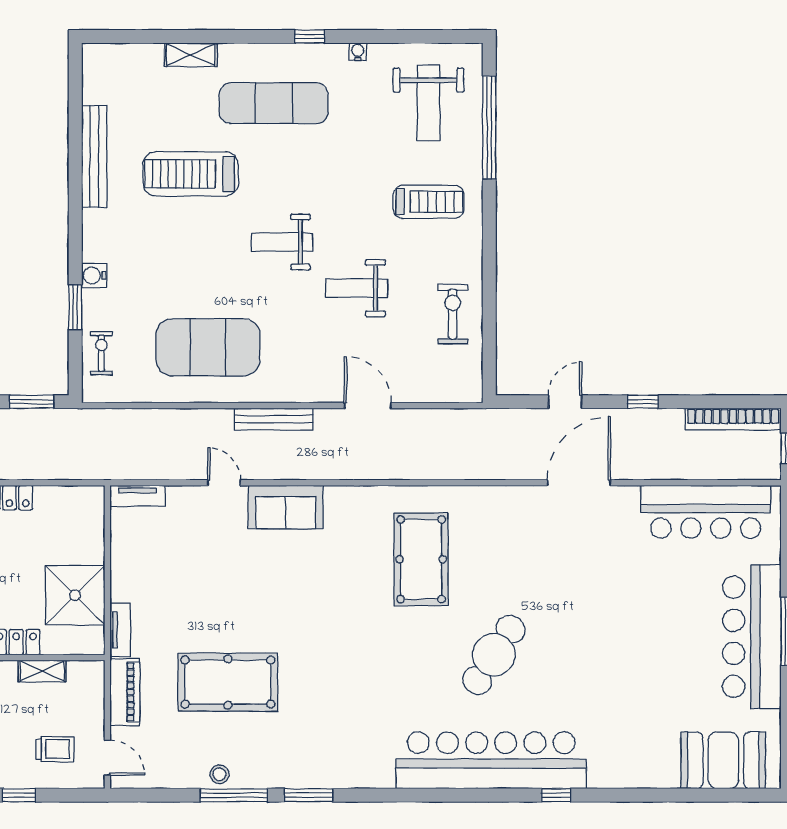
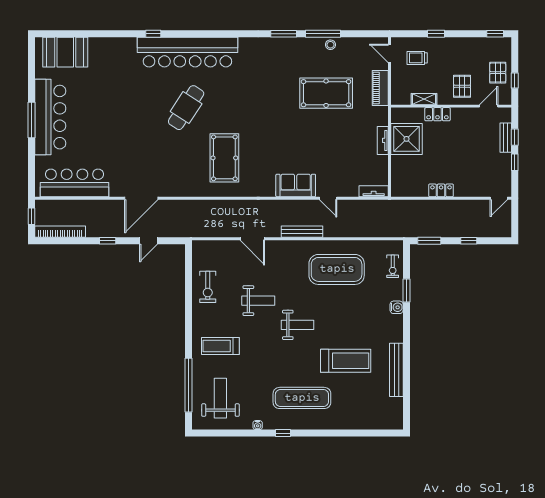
shelving: (191, 55) -> (346, 423), removed
tv unit: (120, 630) -> (383, 140), moved

